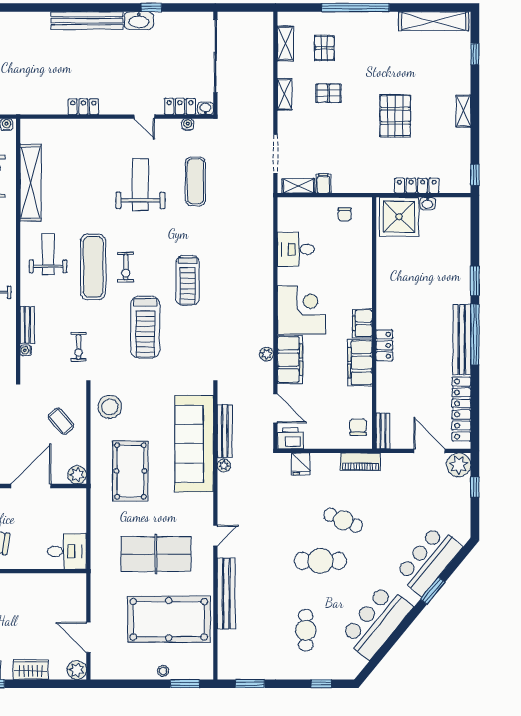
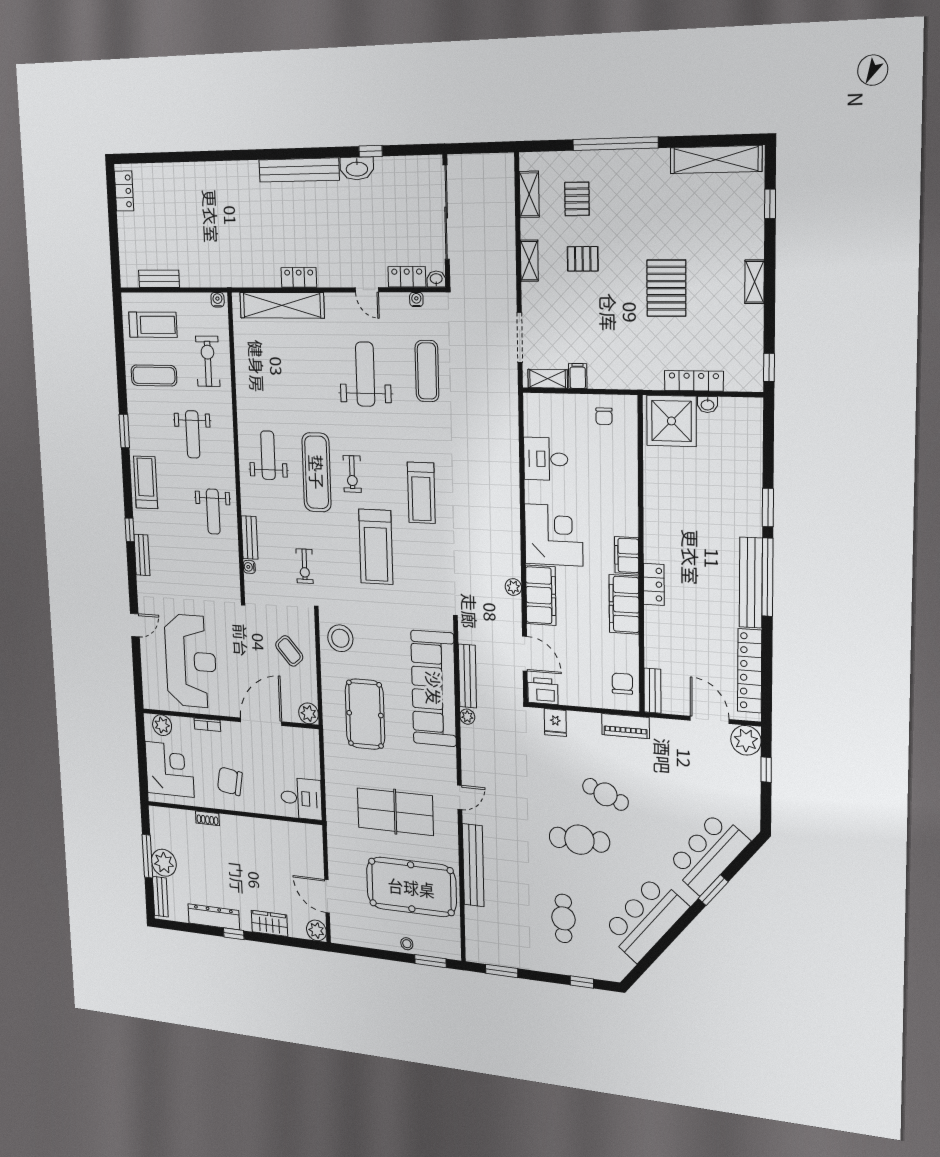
shelving: (31, 183) -> (282, 305), moved, turned 90

